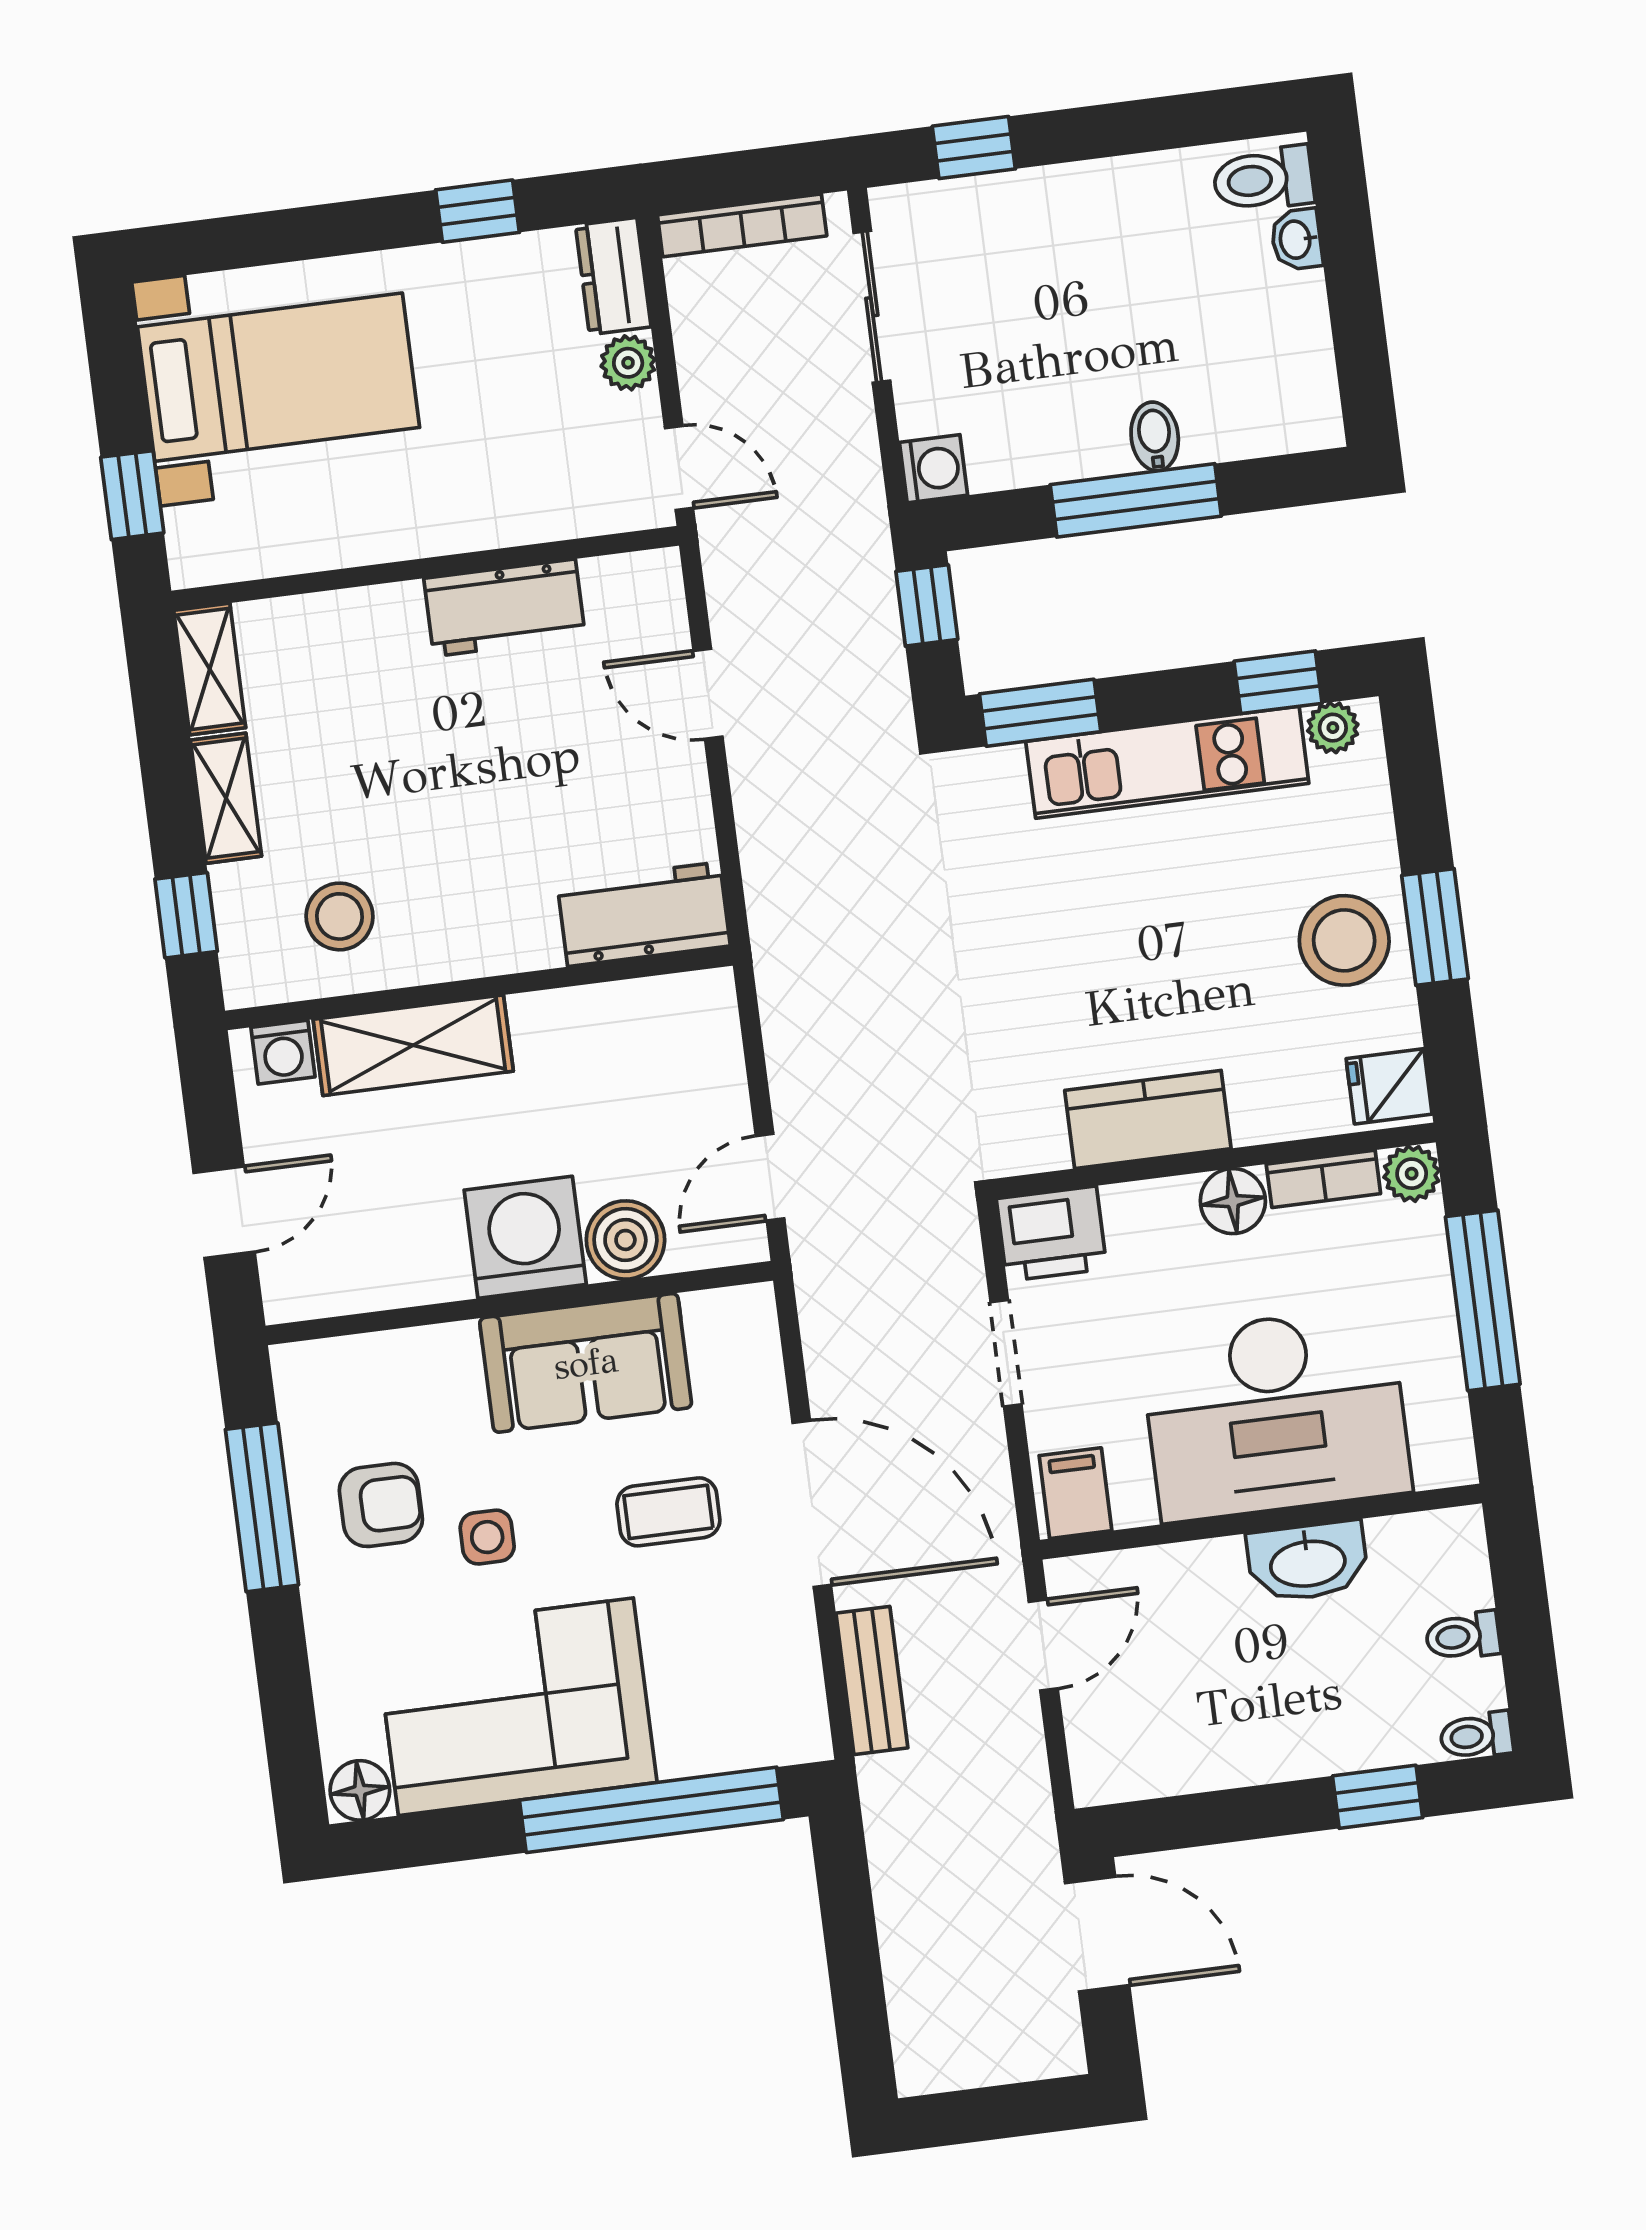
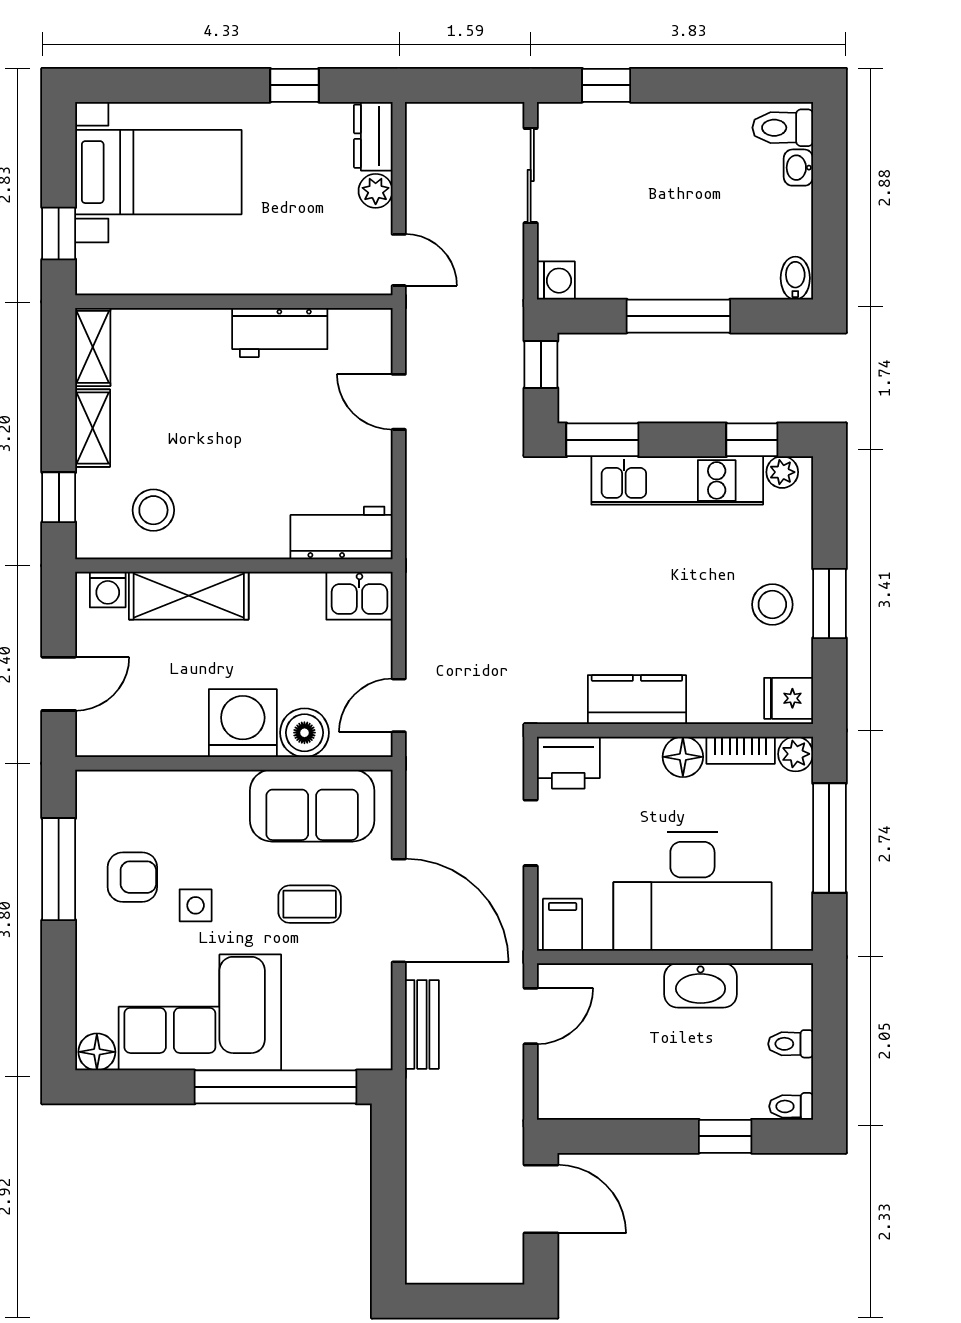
bookcase: (742, 225) -> (457, 115), removed
bidet: (1155, 436) -> (795, 278), moved
stool: (1344, 940) -> (772, 605), width x0.73, depth x0.73
kitchen sink: (685, 1011) -> (359, 596), added
sofa: (586, 1363) -> (312, 806), moved

